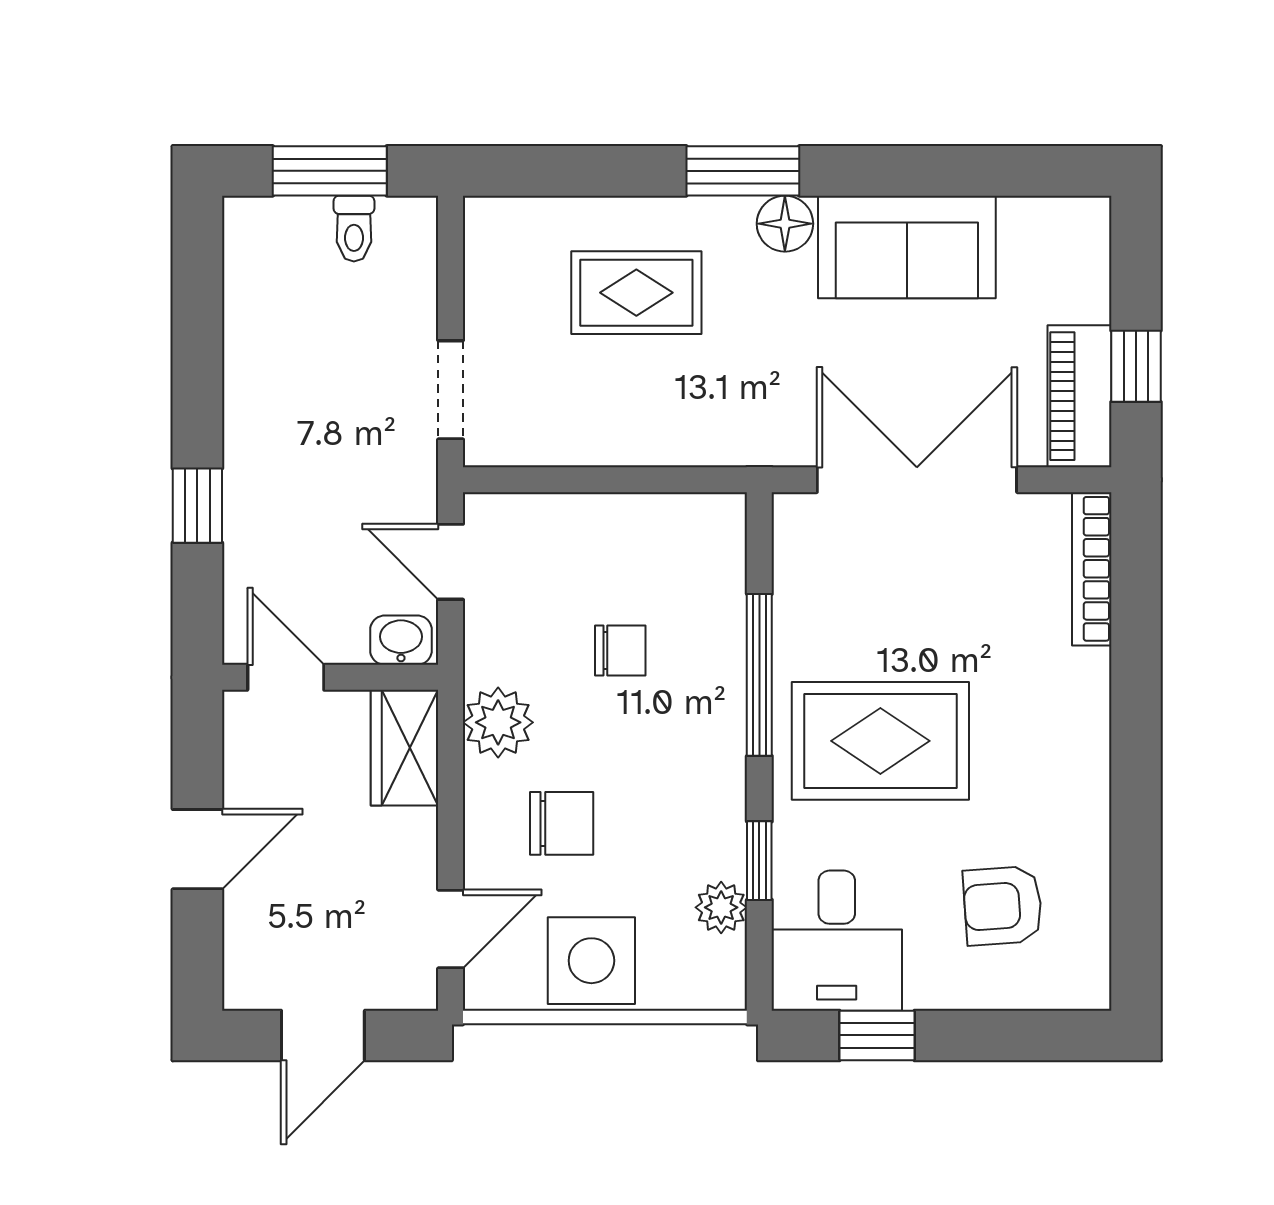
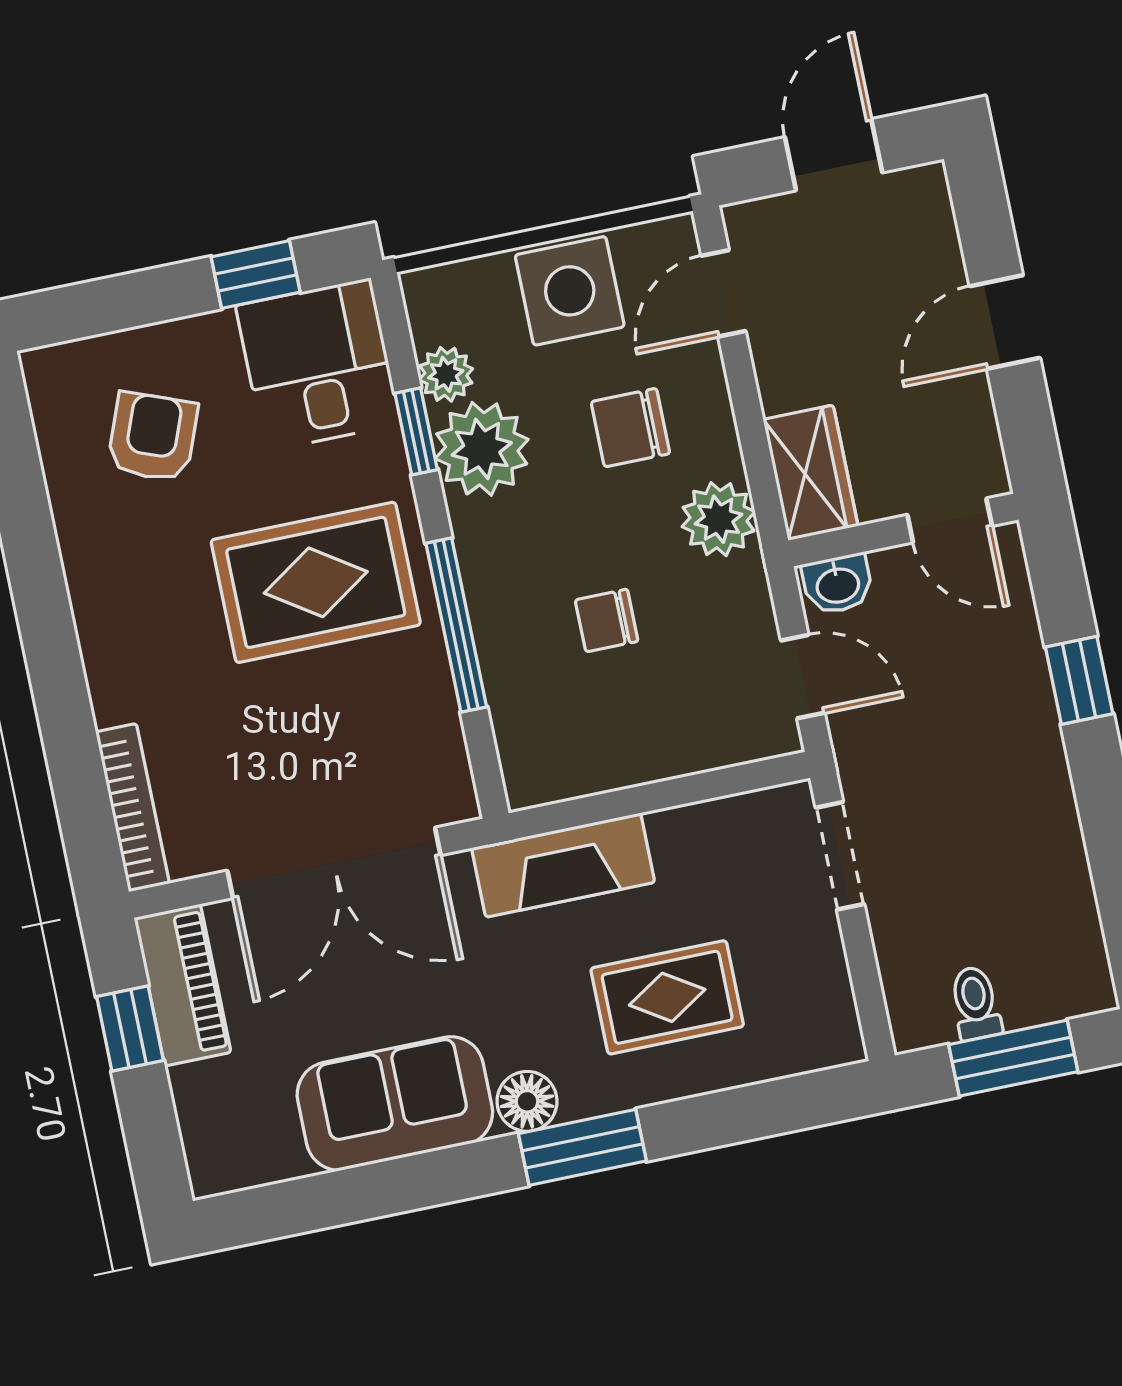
fireplace: (707, 434) -> (563, 865), added
plant: (702, 832) -> (482, 449), added
armchair: (1003, 906) -> (153, 437), turned -65

